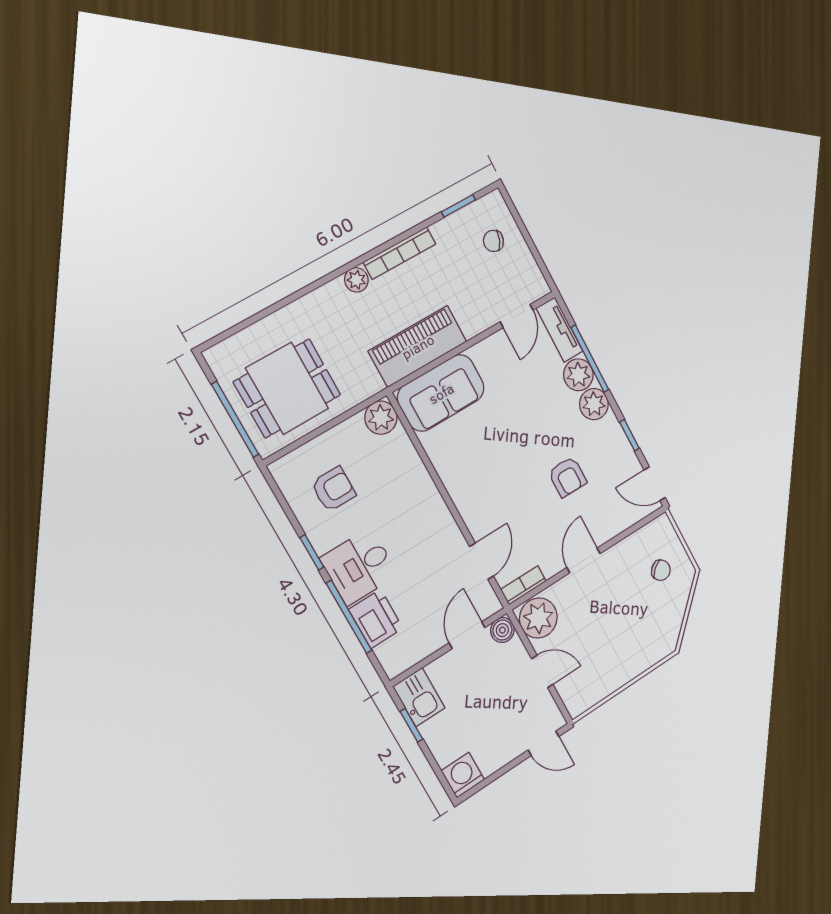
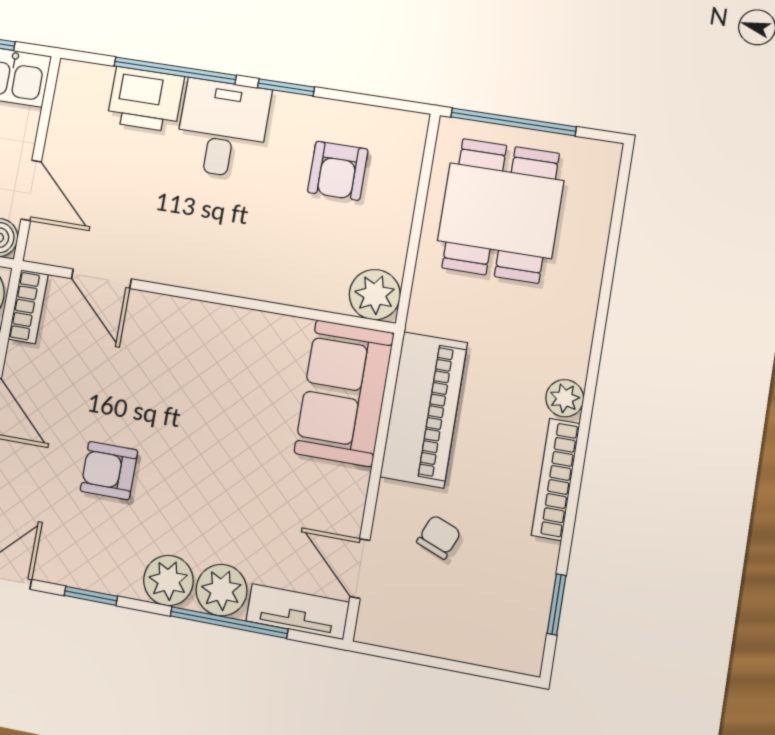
chair: (493, 241) -> (439, 537), moved

